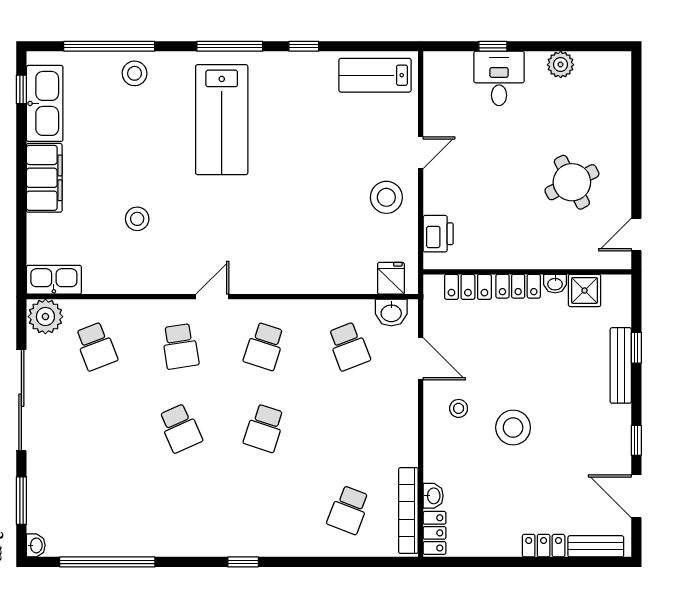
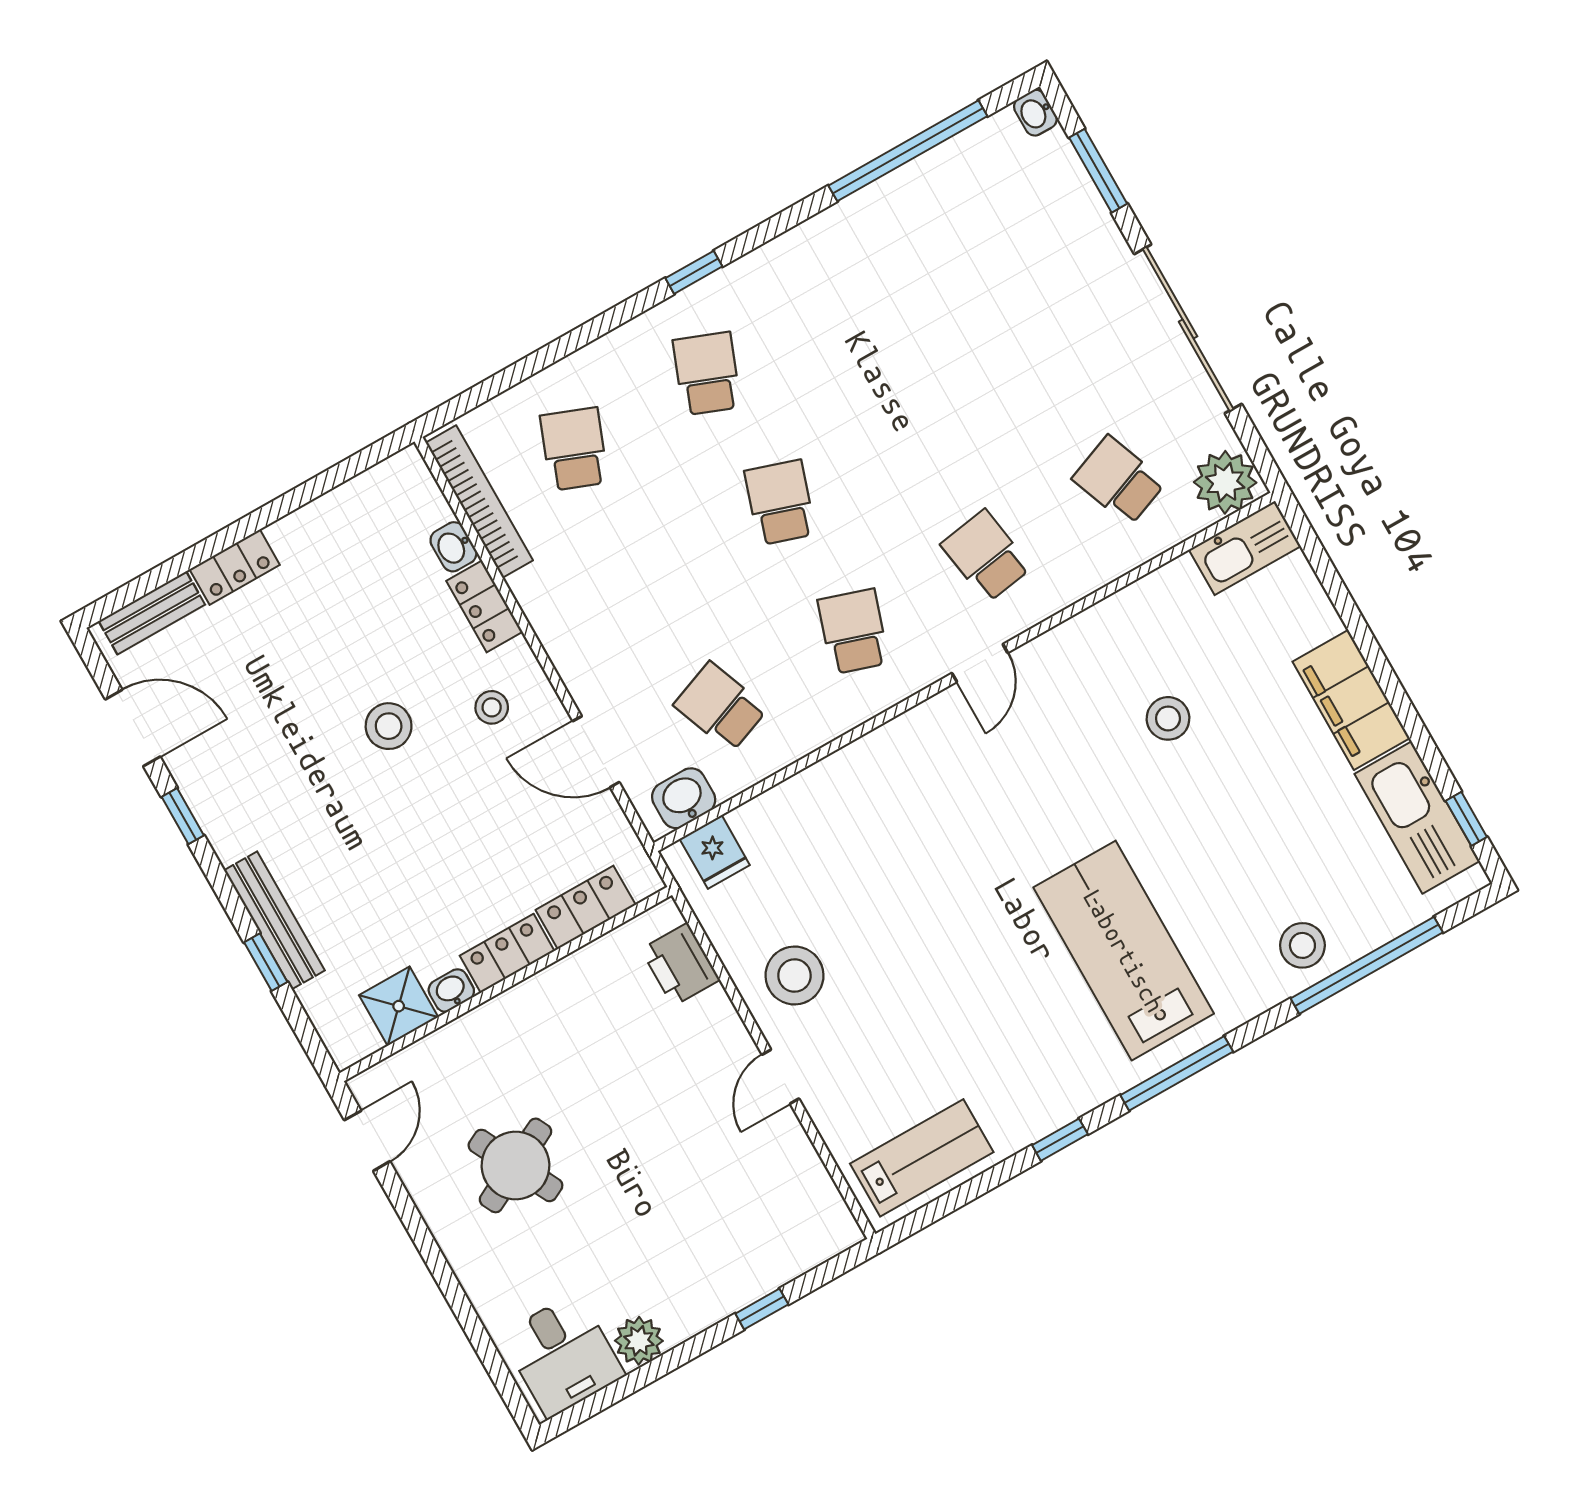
desk: (499, 78) -> (563, 1355), moved
school desk: (180, 428) -> (707, 374), moved, turned 45
stool: (513, 428) -> (389, 726), width x0.73, depth x0.73
locker: (435, 533) -> (484, 606), moved

